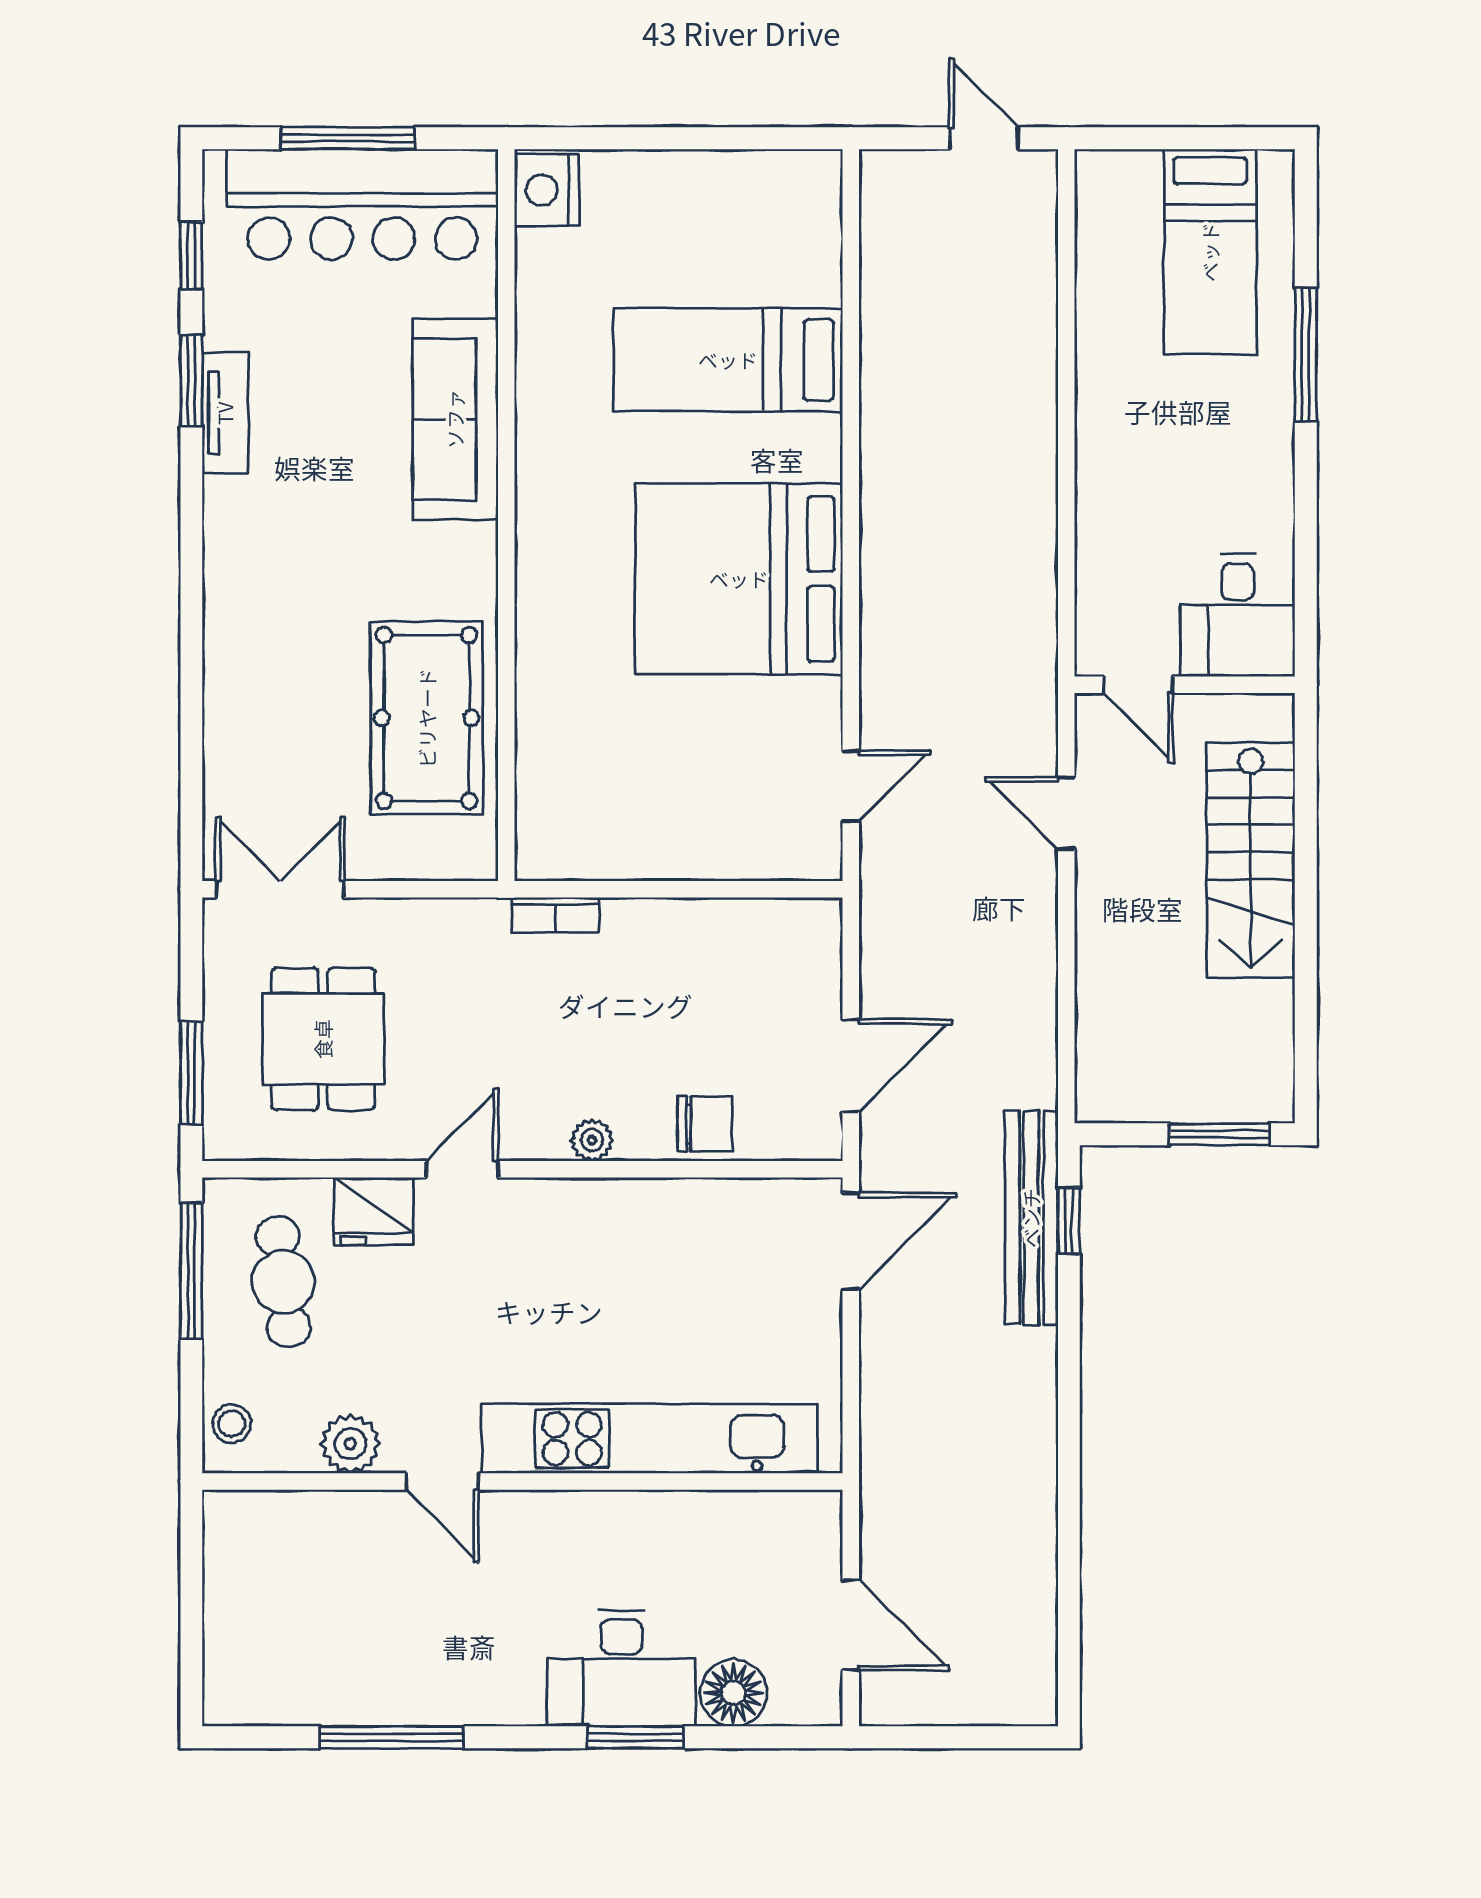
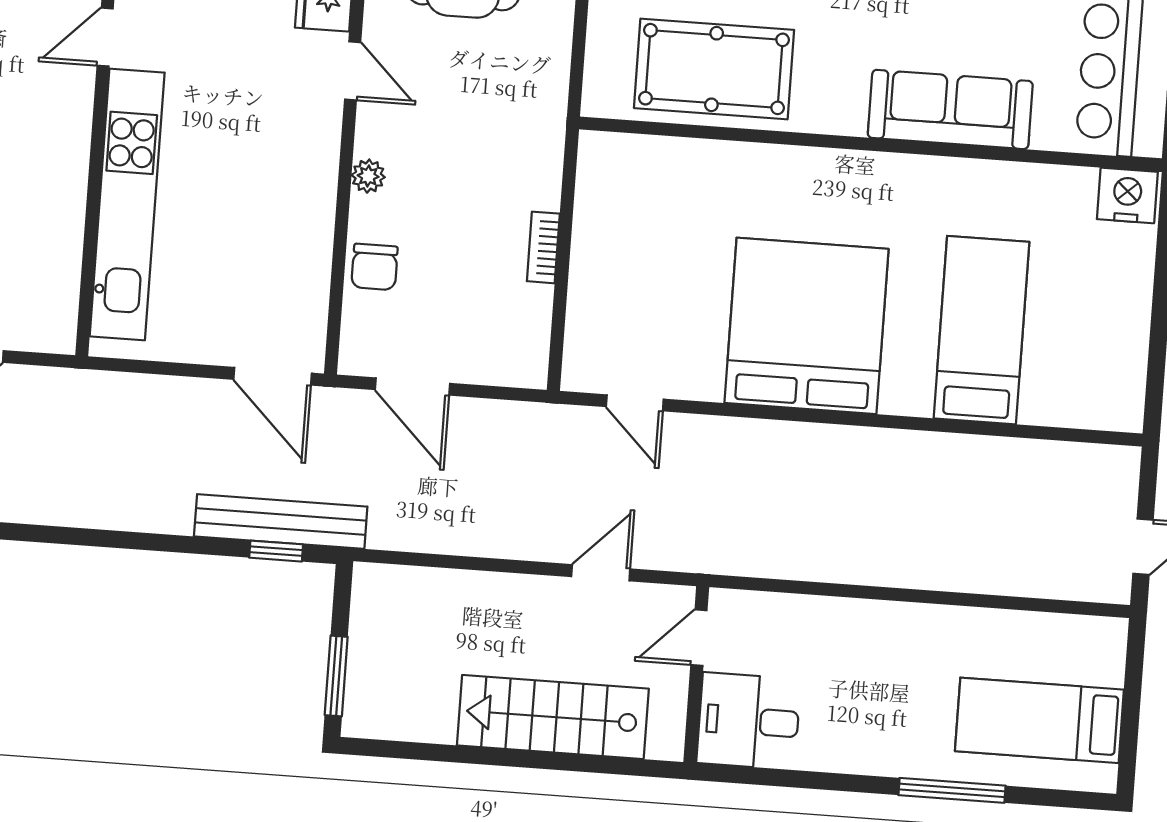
bookcase: (556, 915) -> (543, 247), moved

